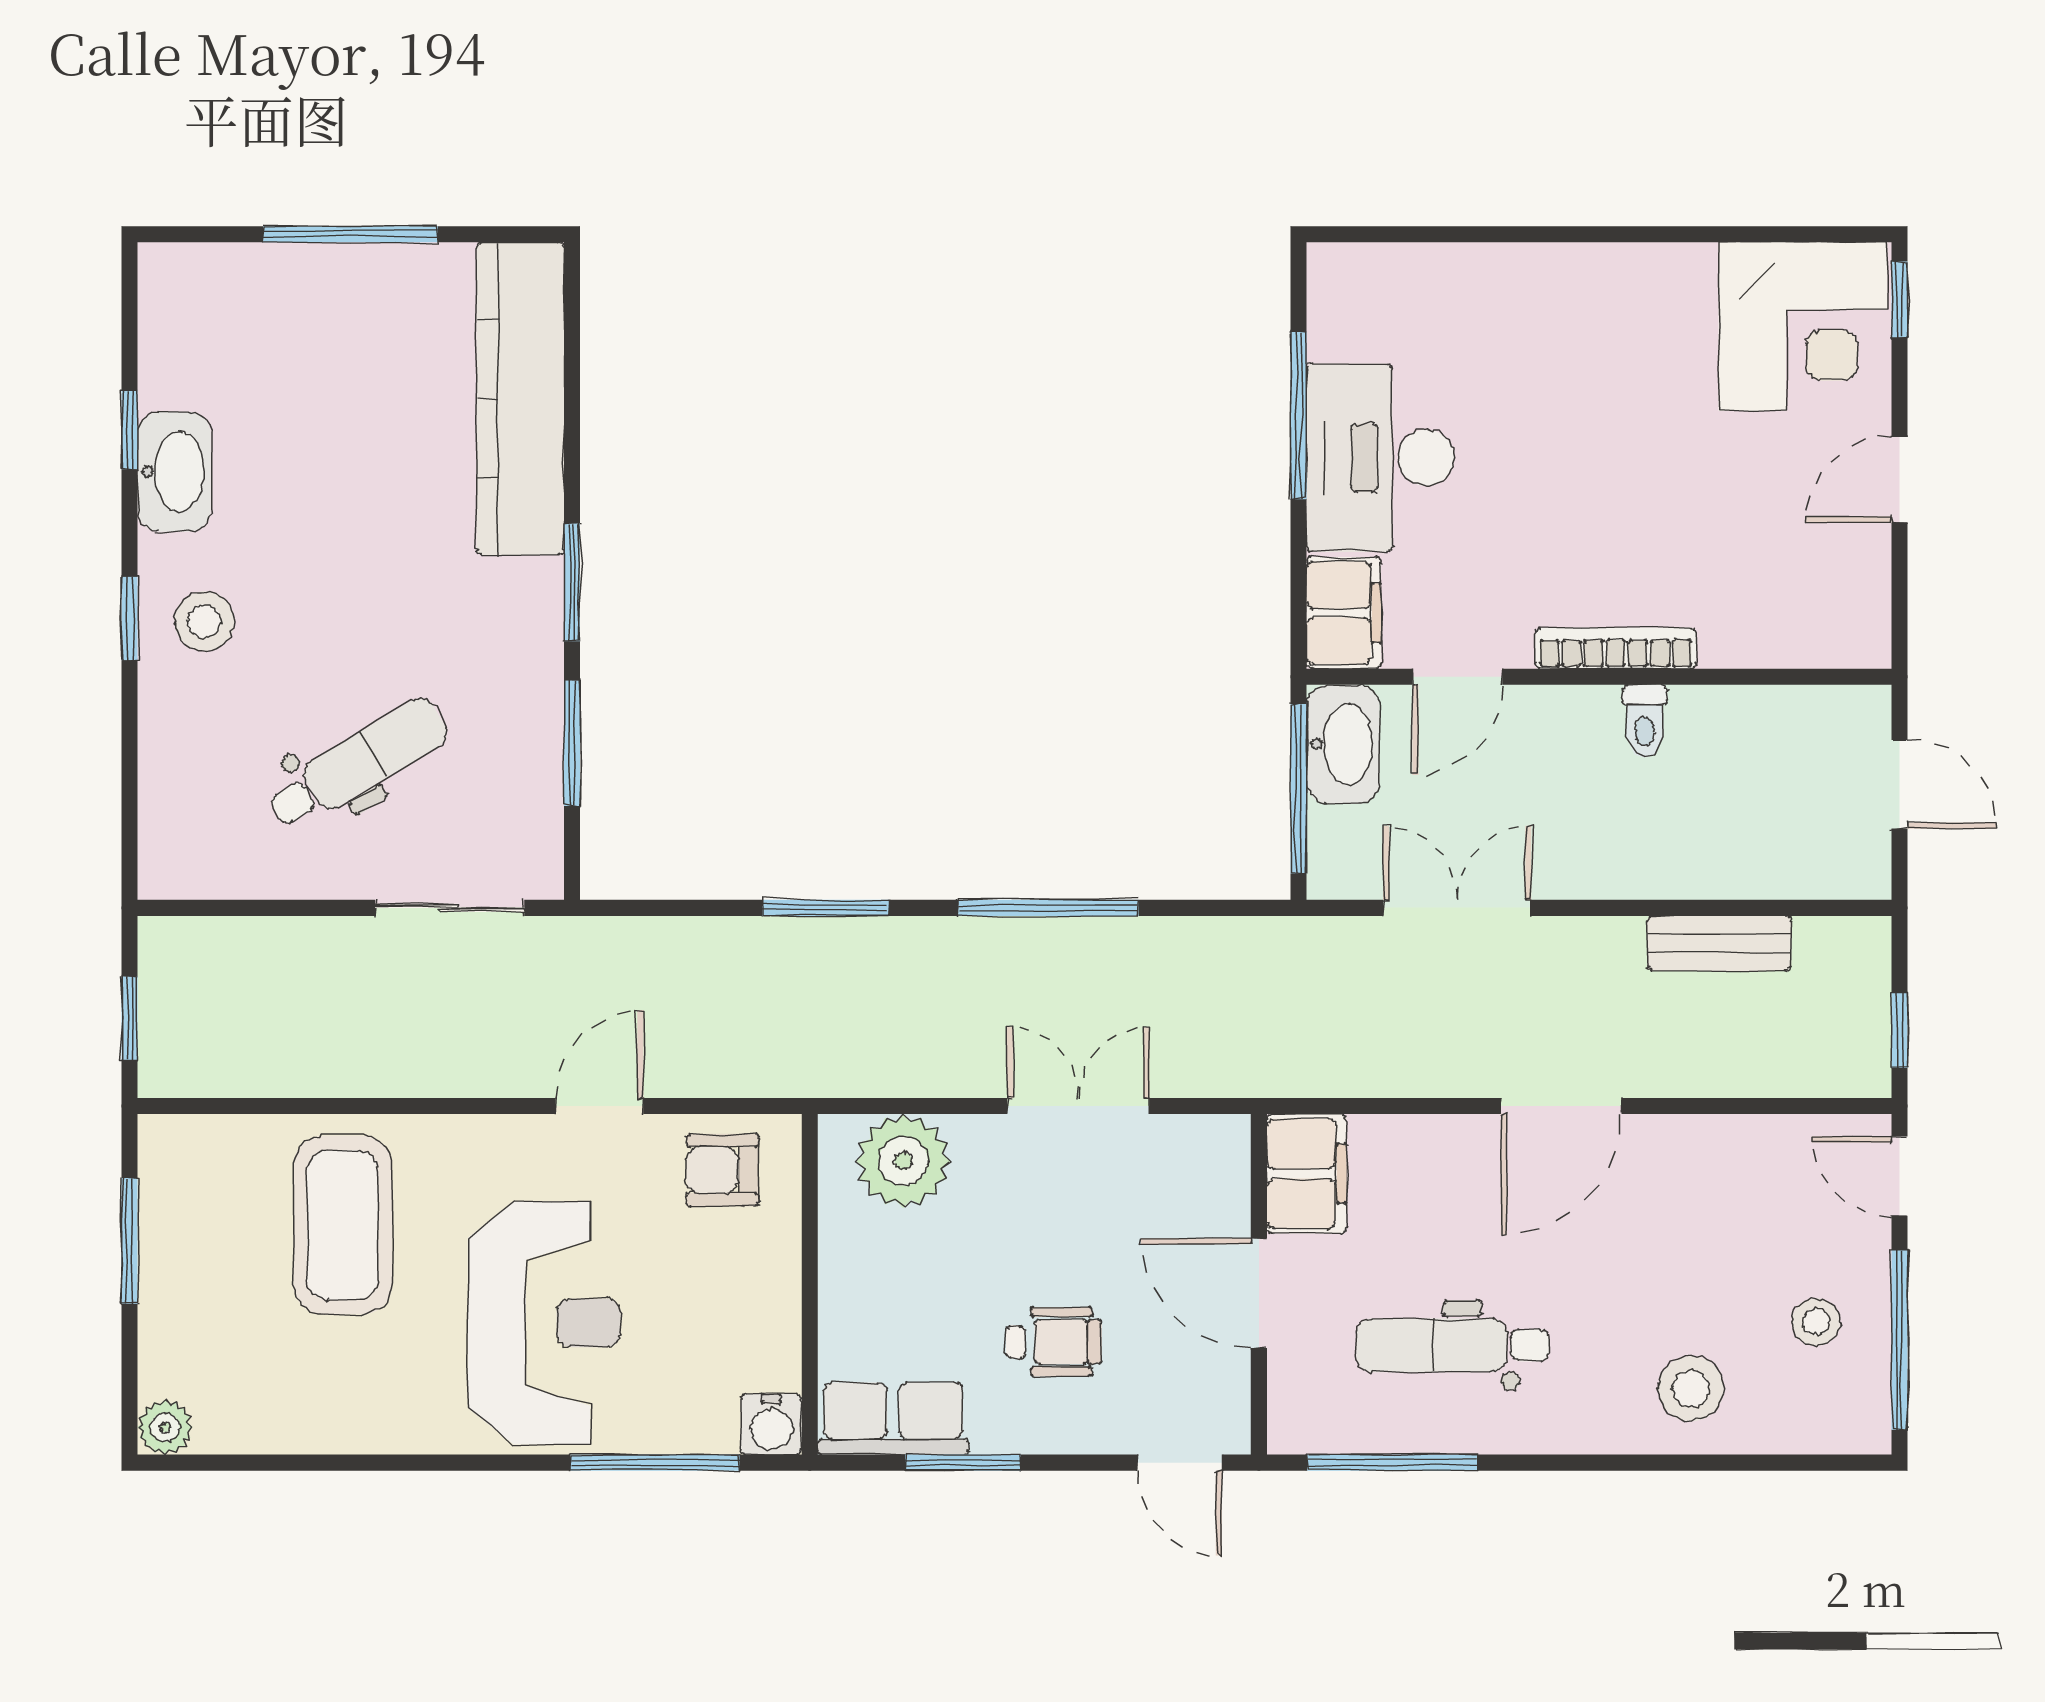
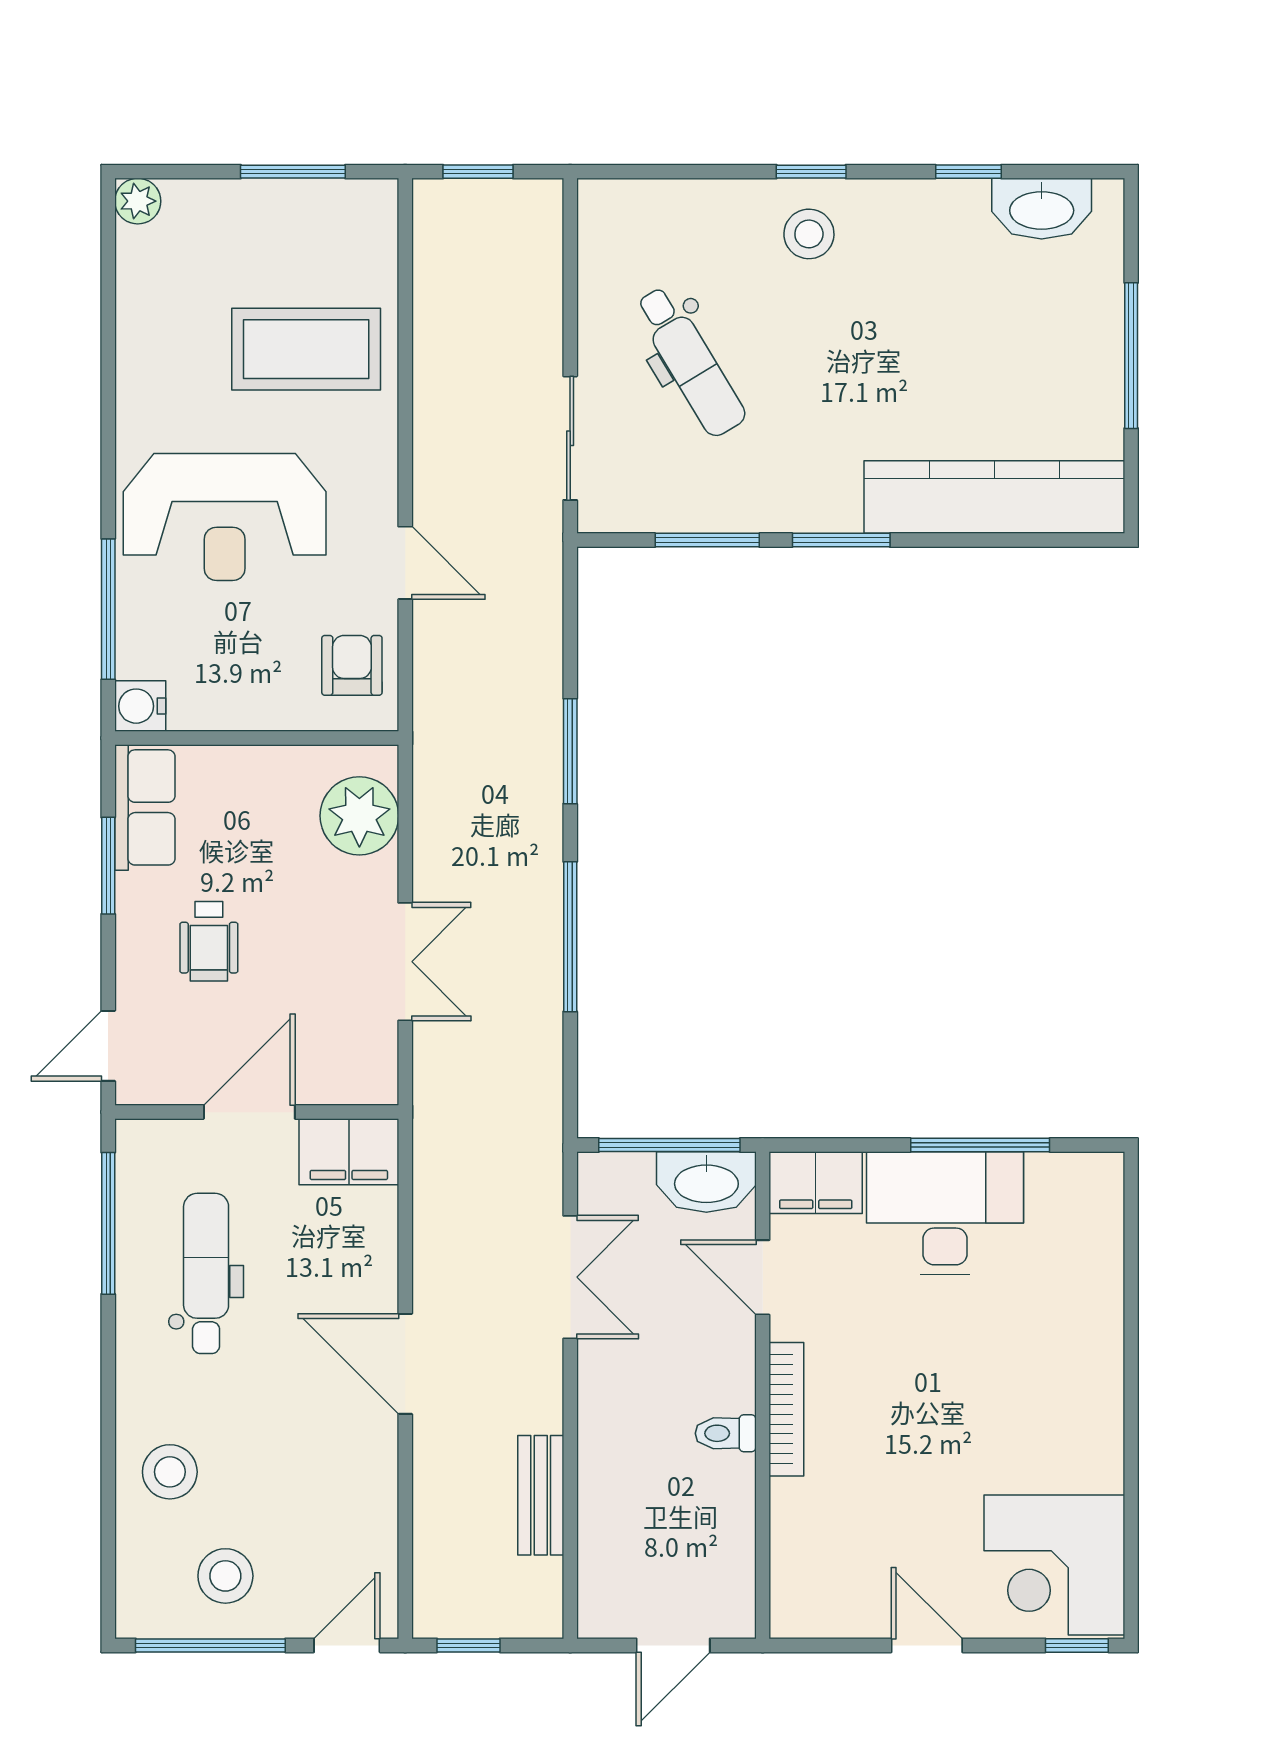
washbasin: (174, 472) -> (1042, 209), moved
stool: (1816, 1322) -> (225, 1576), width x1.37, depth x1.37

